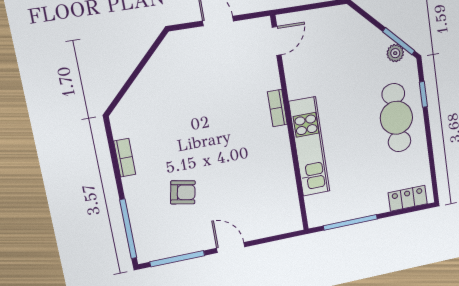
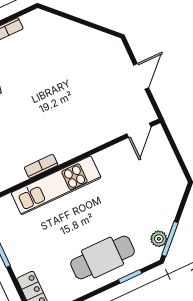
door: (277, 41) -> (139, 130), hinge flipped
bookcase: (277, 108) -> (41, 166), moved

